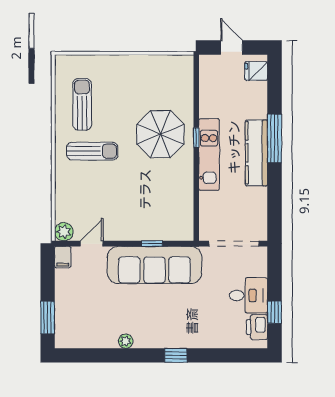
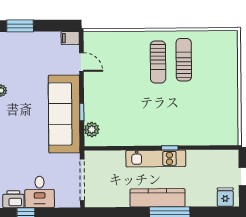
sun lounger: (82, 104) -> (184, 60), moved, turned -90
parasol: (160, 134) -> (173, 118), removed
plant: (64, 232) -> (92, 130), moved

